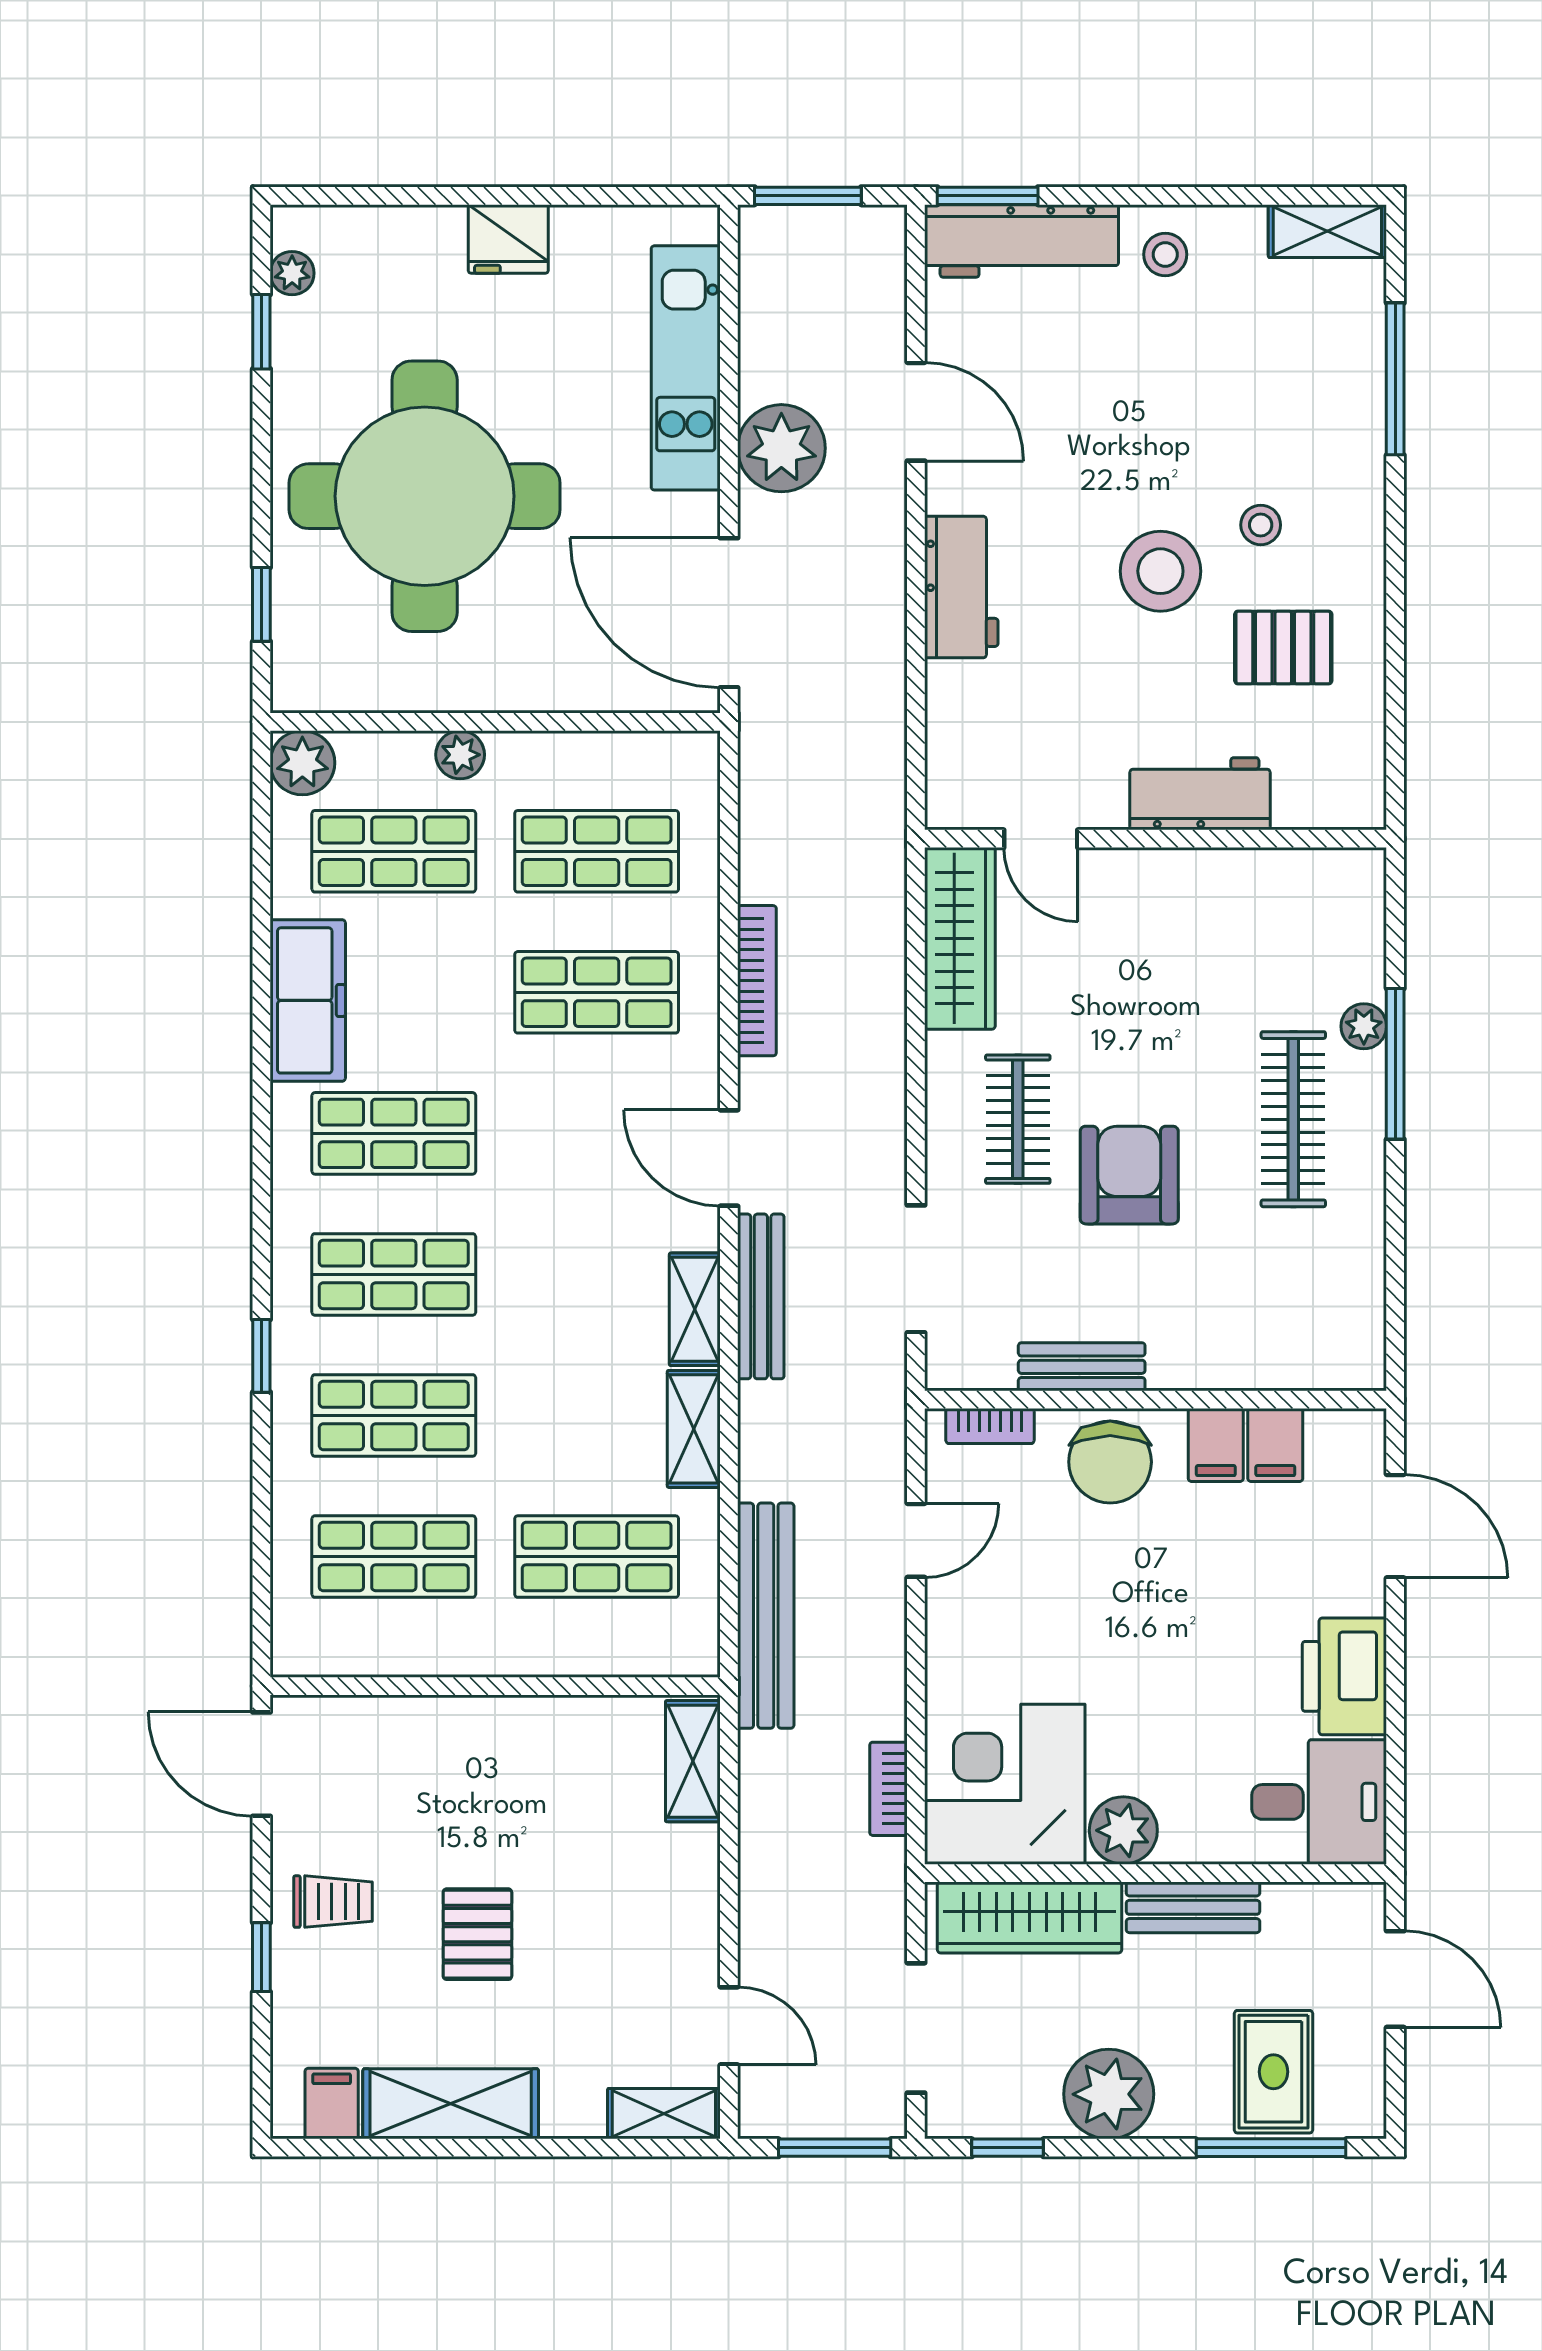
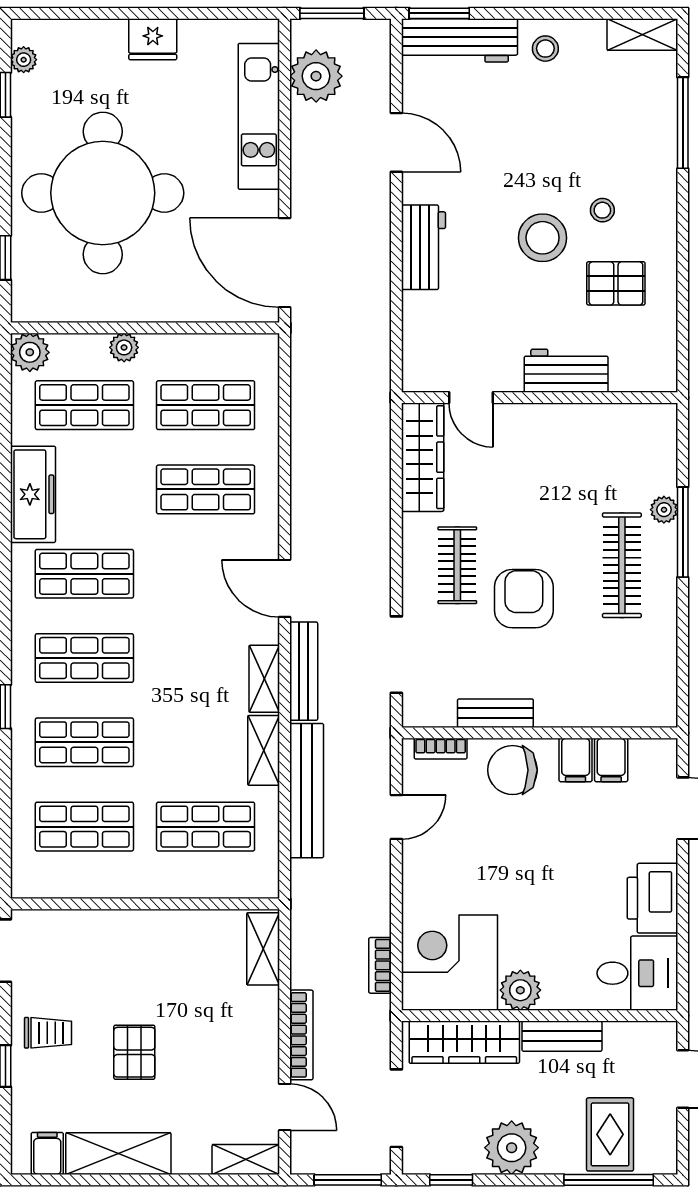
plant: (781, 448) -> (316, 76), moved
bookcase: (757, 981) -> (301, 1035), moved
chair: (1110, 1462) -> (512, 770), turned 90
bench: (766, 1616) -> (307, 791), moved

